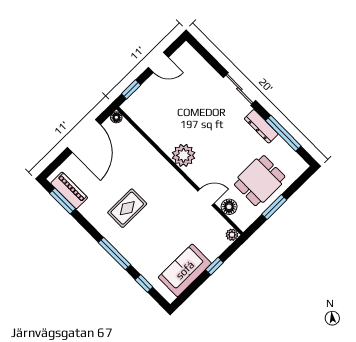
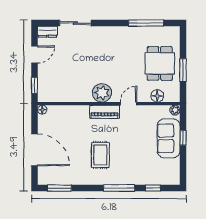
sliding door: (239, 89) -> (75, 23), moved
dresser: (261, 126) -> (47, 32), moved, width x0.70
door: (84, 136) -> (34, 150), moved
piano: (69, 190) -> (104, 112), moved, turned 180
door: (206, 197) -> (128, 104), moved
sofa: (185, 270) -> (169, 138), moved

